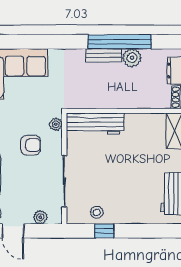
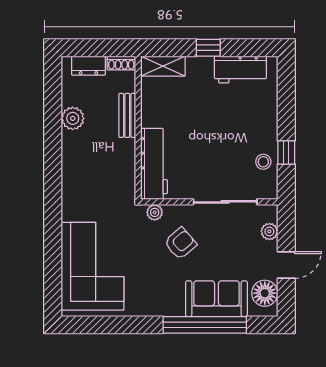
window: (120, 42) -> (53, 133), removed
bench: (103, 55) -> (127, 115), moved
armchair: (31, 145) -> (180, 243), turned 49

